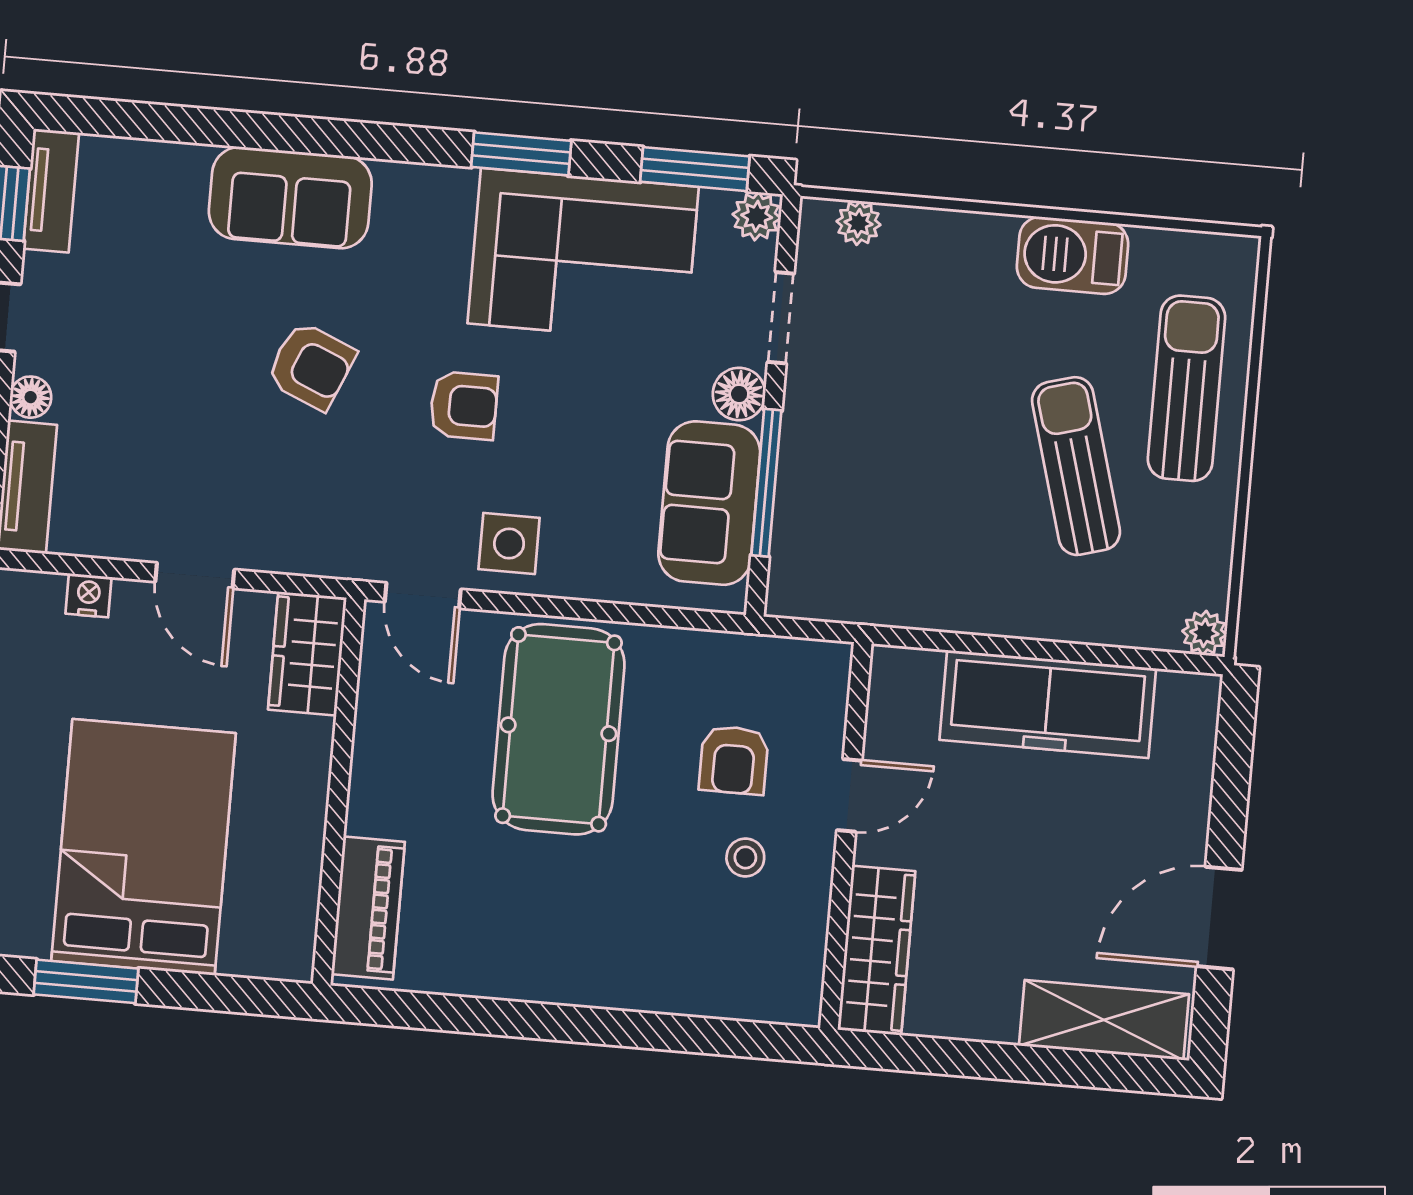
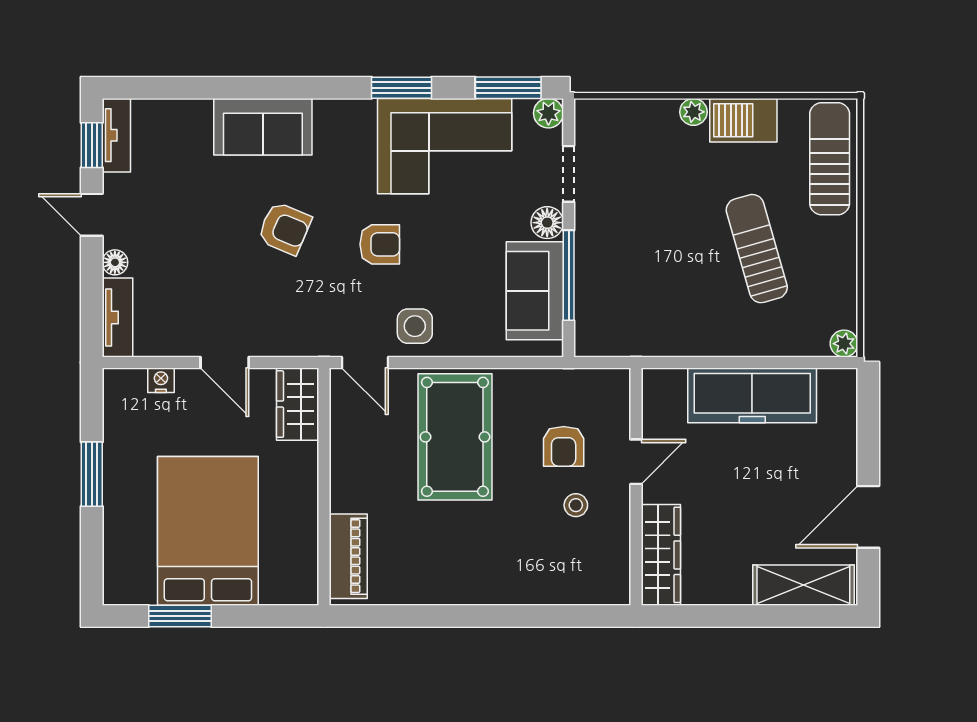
plant: (859, 223) -> (693, 112), moved
sun lounger: (1186, 388) -> (830, 159), moved

